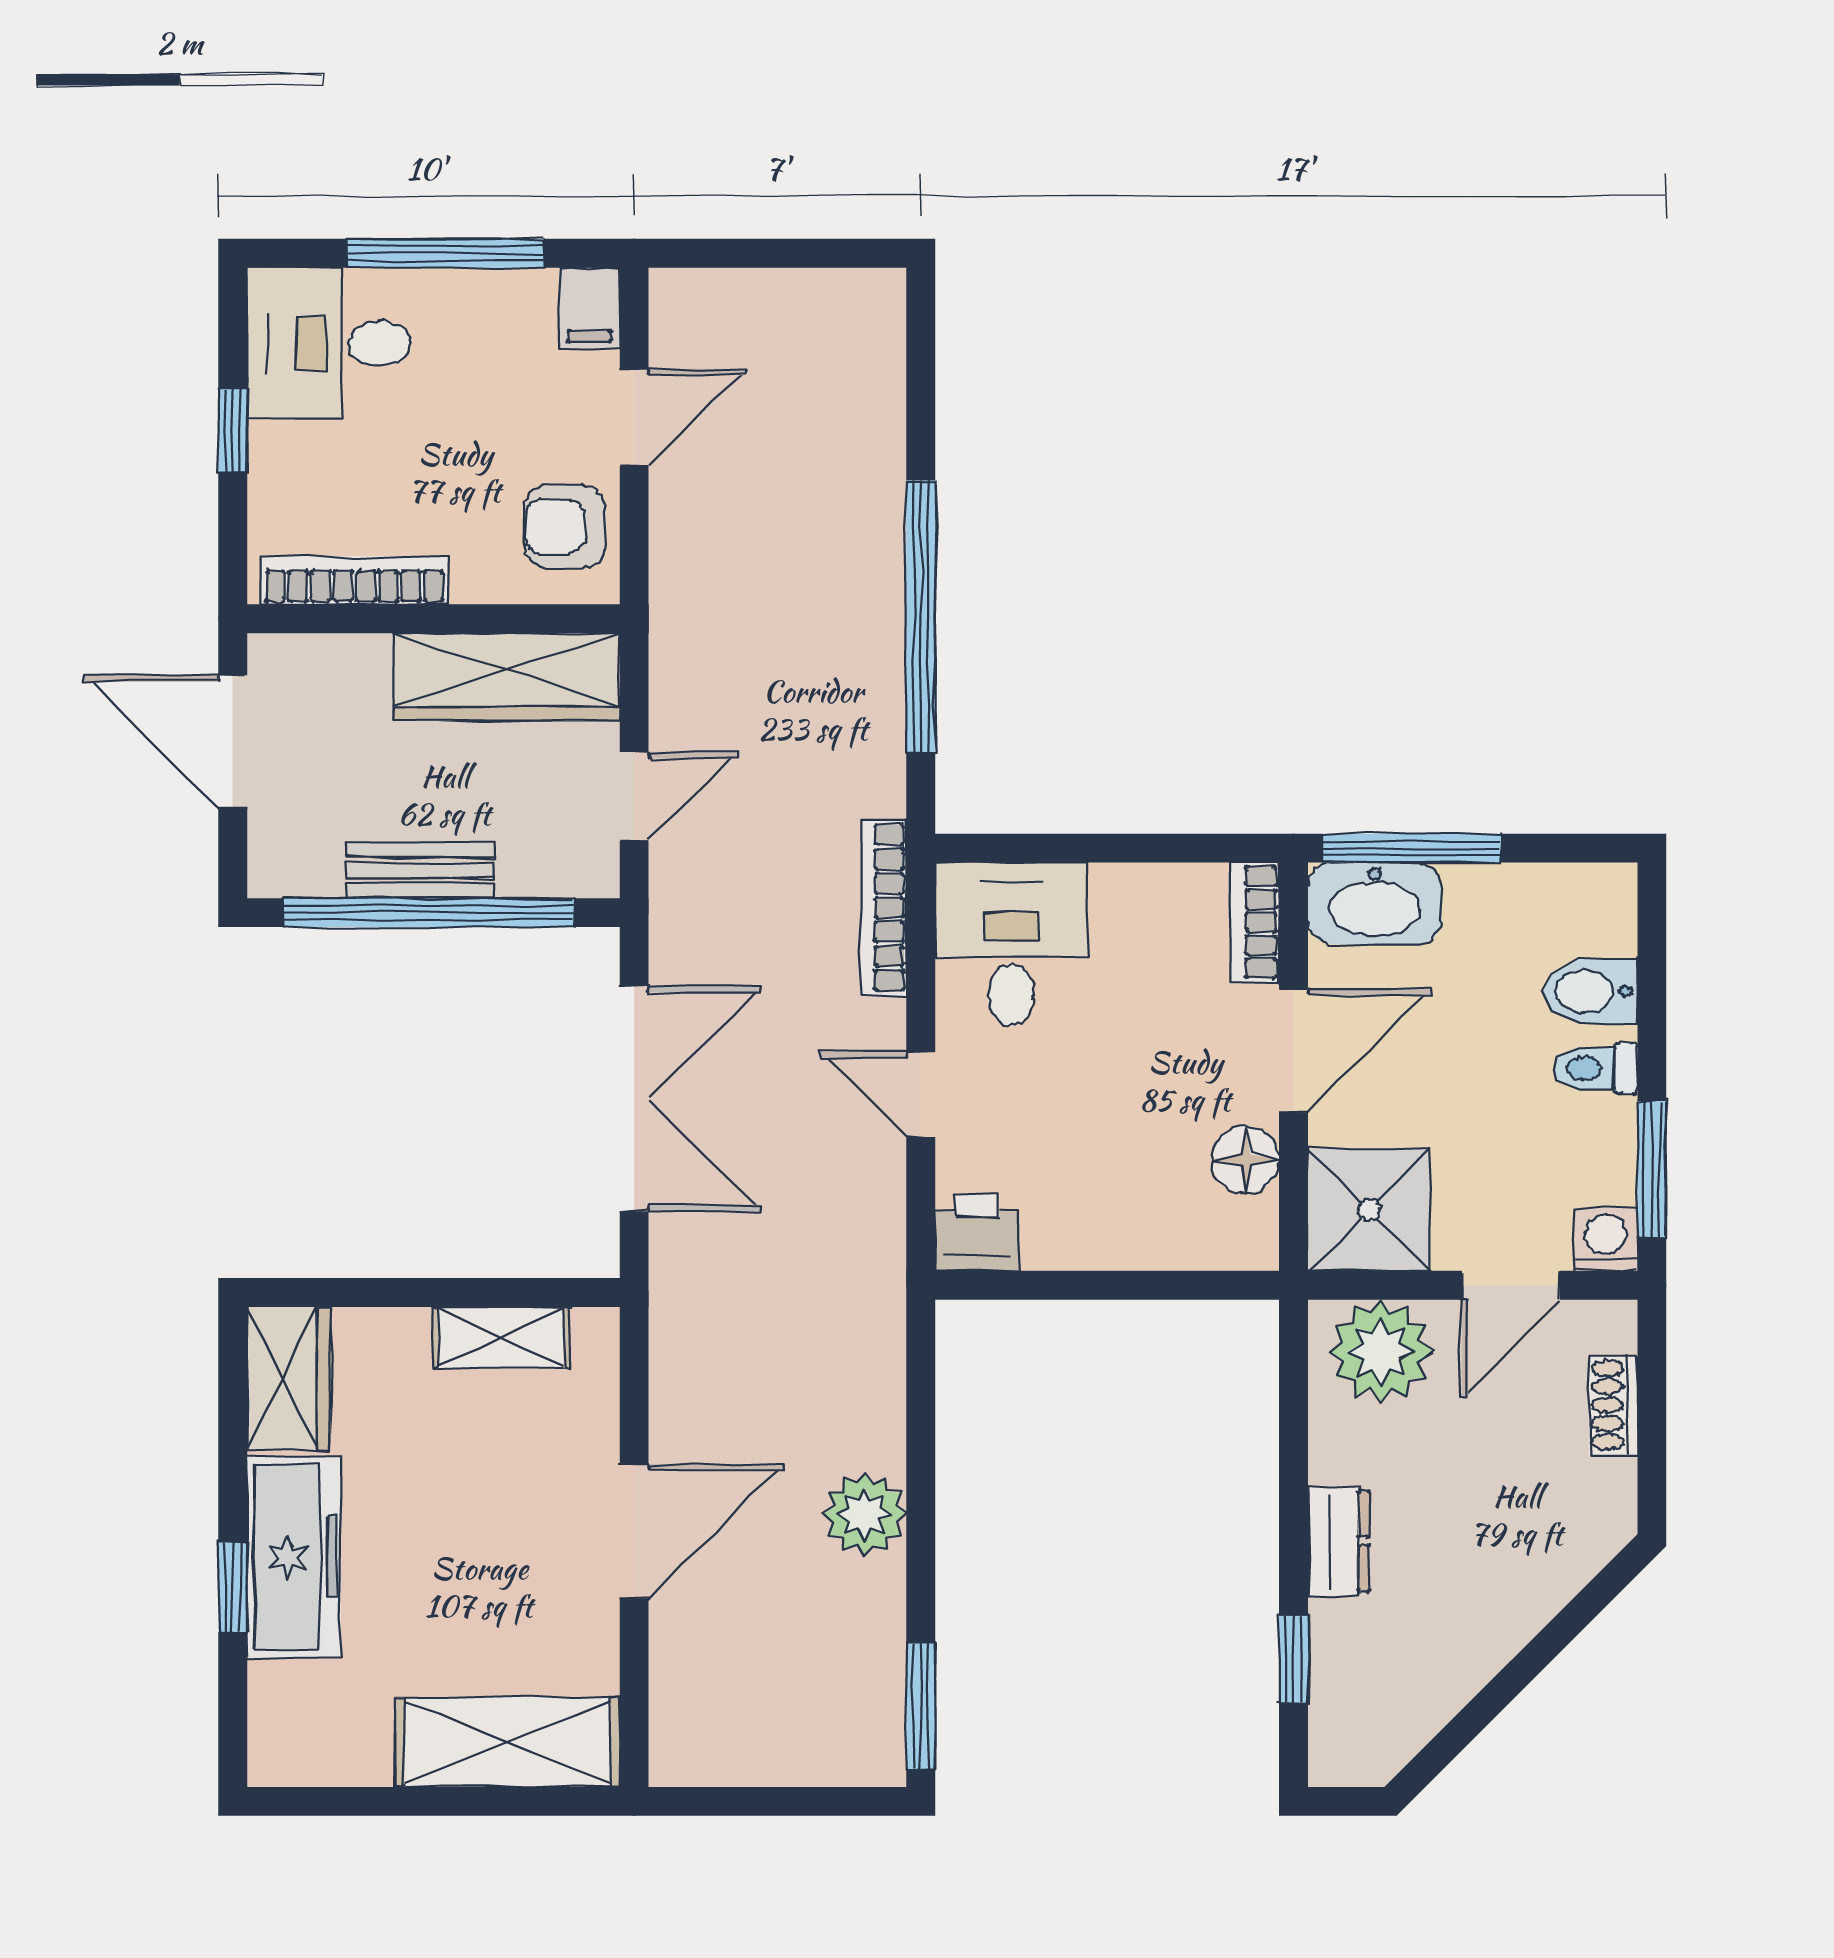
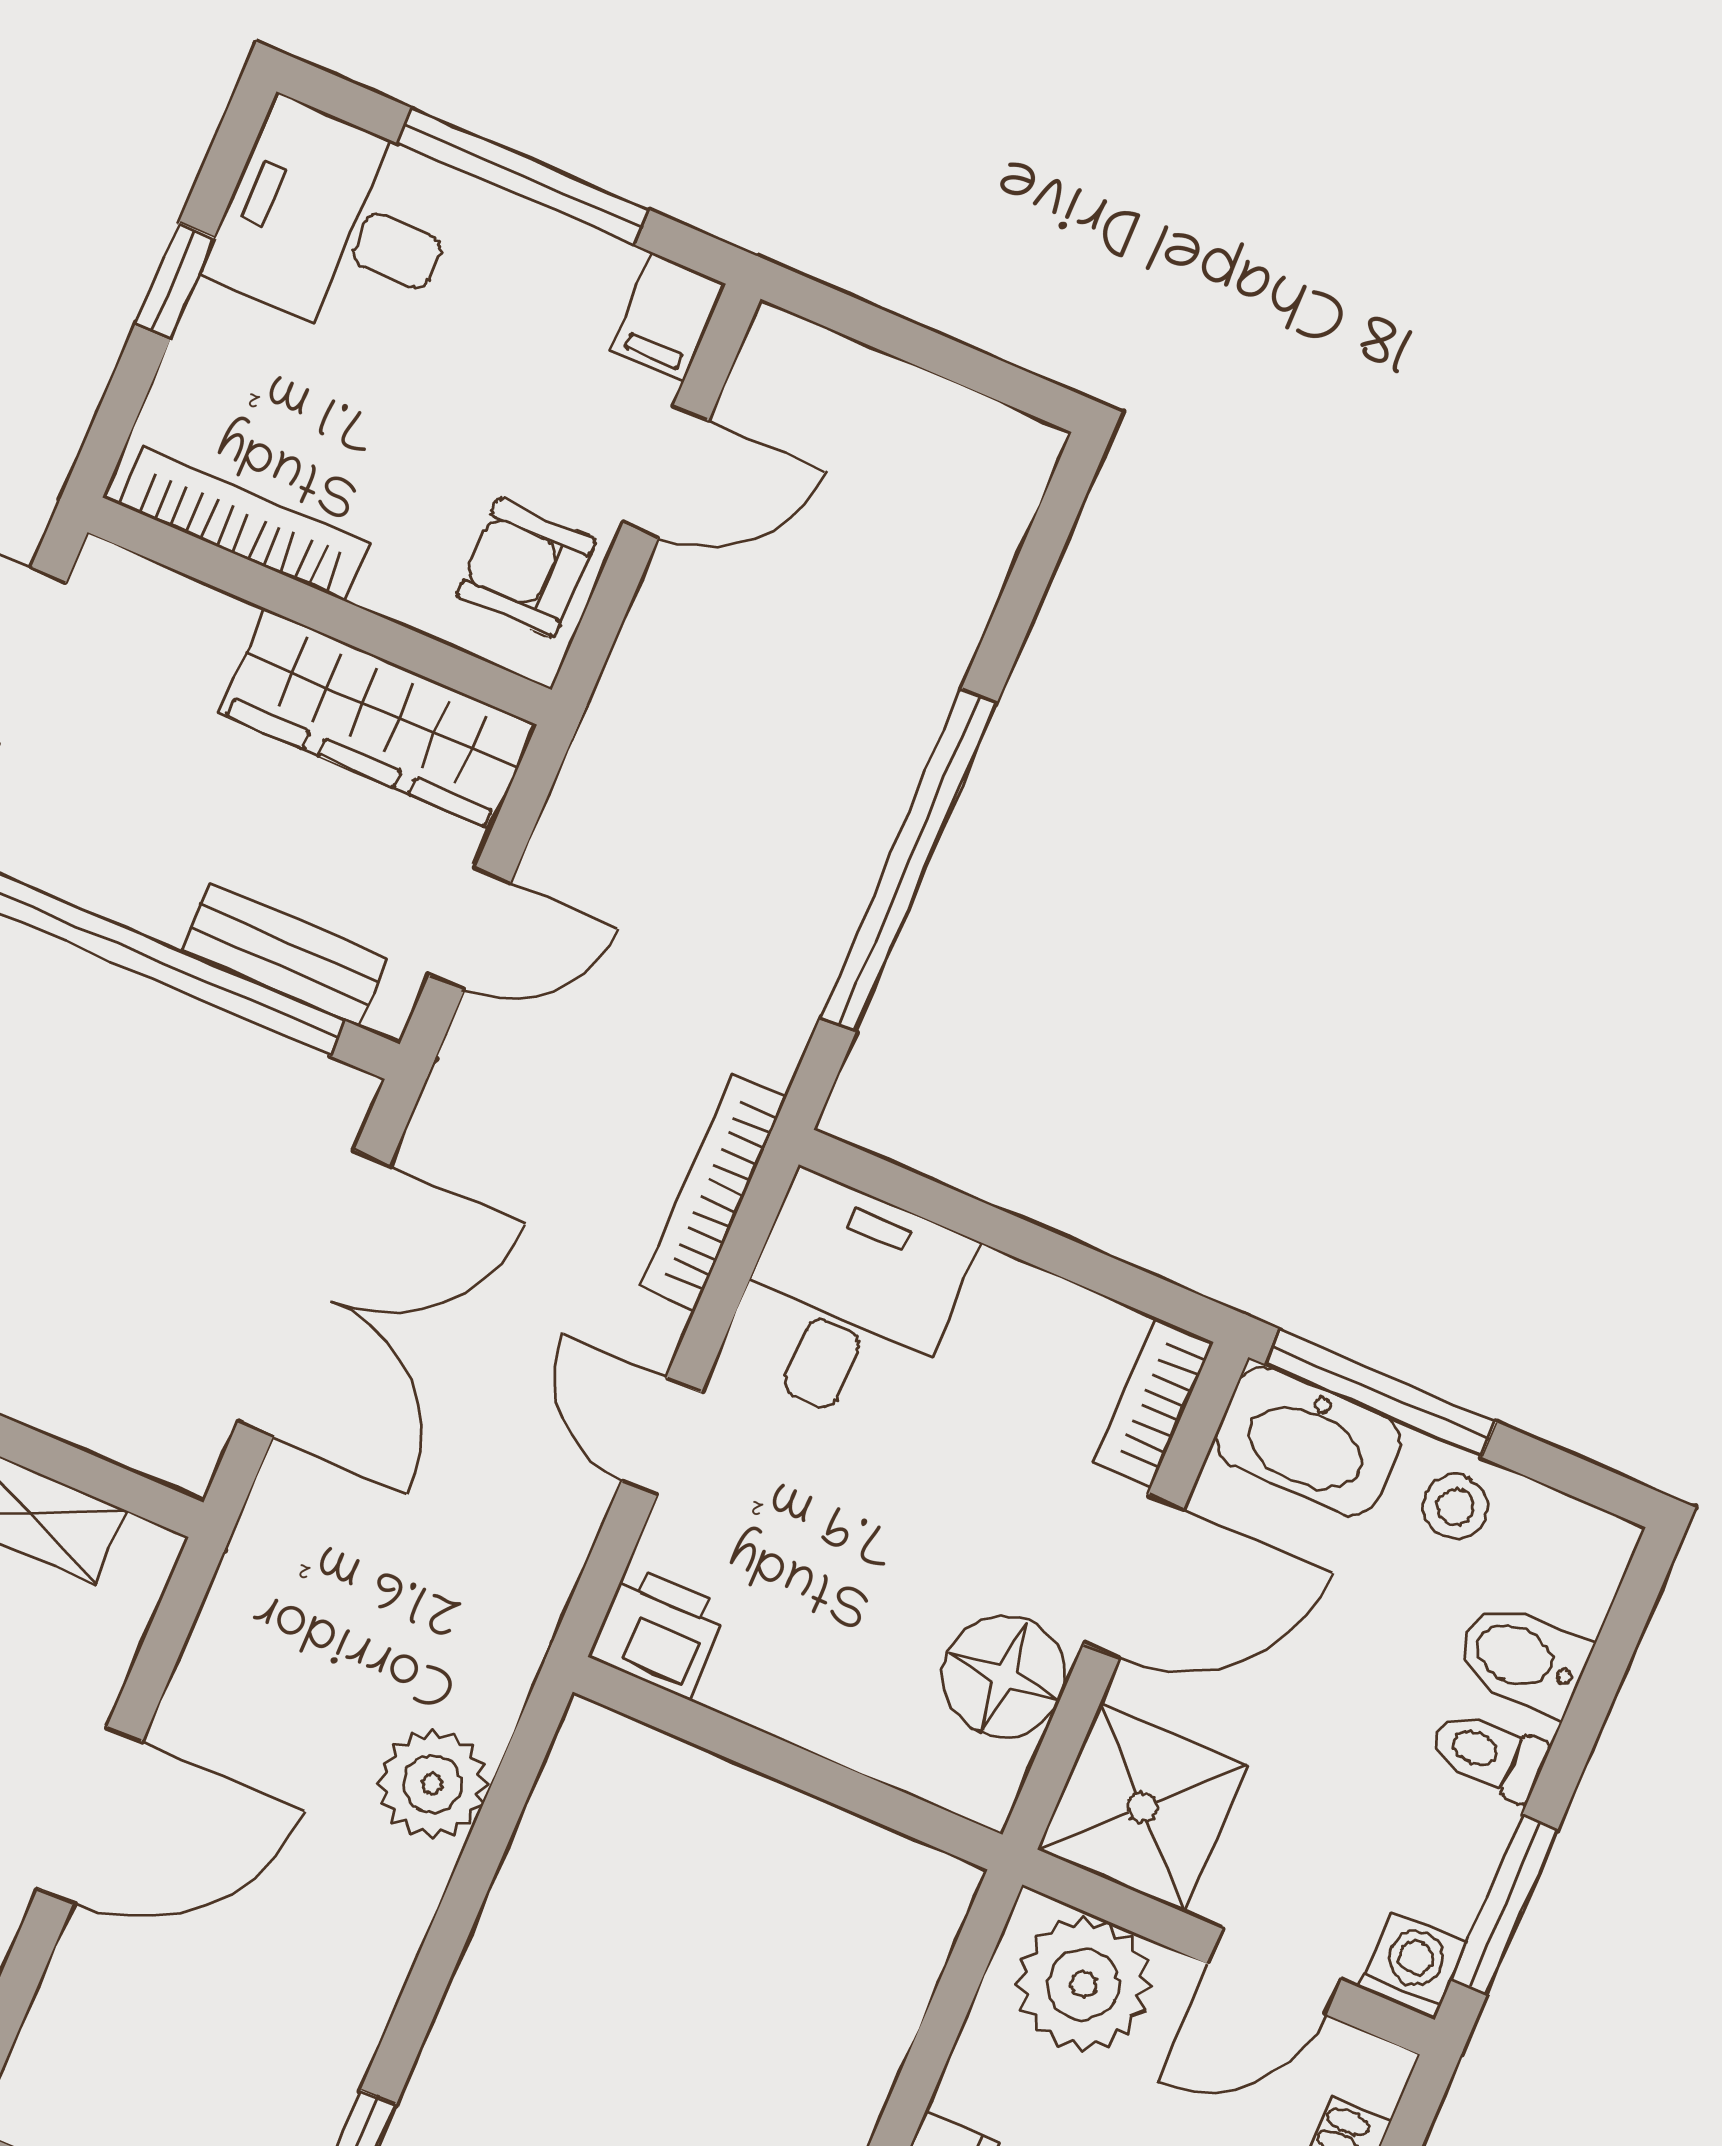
bench: (420, 870) -> (284, 954), moved
stool: (1498, 905) -> (1456, 1507), added
floor lamp: (1245, 1159) -> (1004, 1676), width x1.38, depth x1.38
plant: (865, 1514) -> (433, 1784), moved

